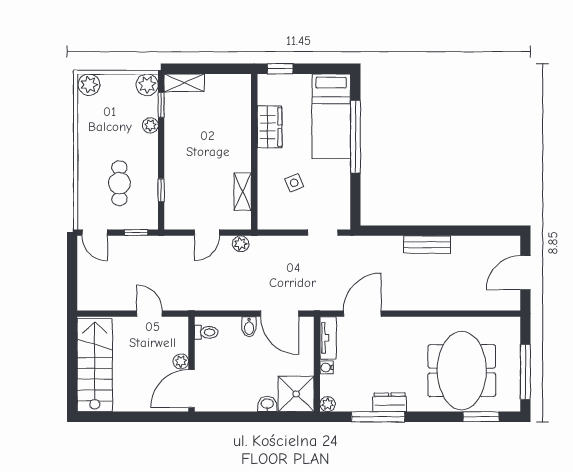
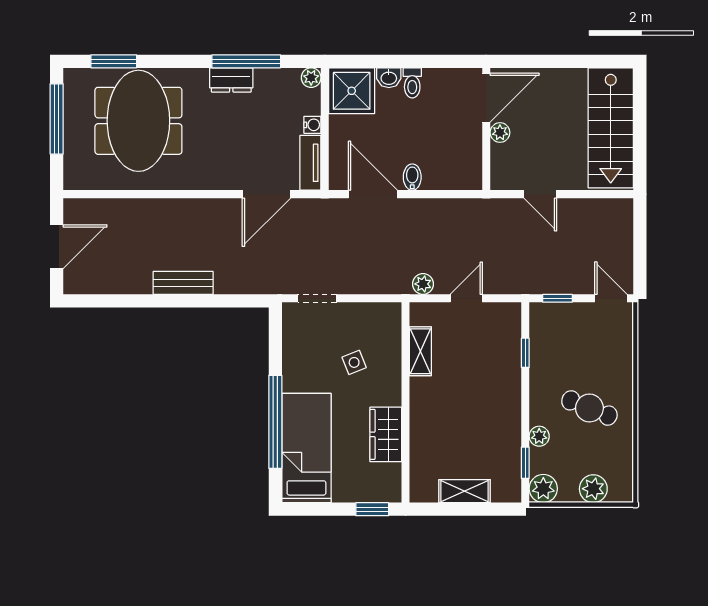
shelving: (184, 83) -> (465, 491), moved
plant: (89, 85) -> (593, 489), moved
cafe table: (119, 183) -> (589, 408), moved, turned -68
toilet: (206, 332) -> (412, 83), moved, turned -90

